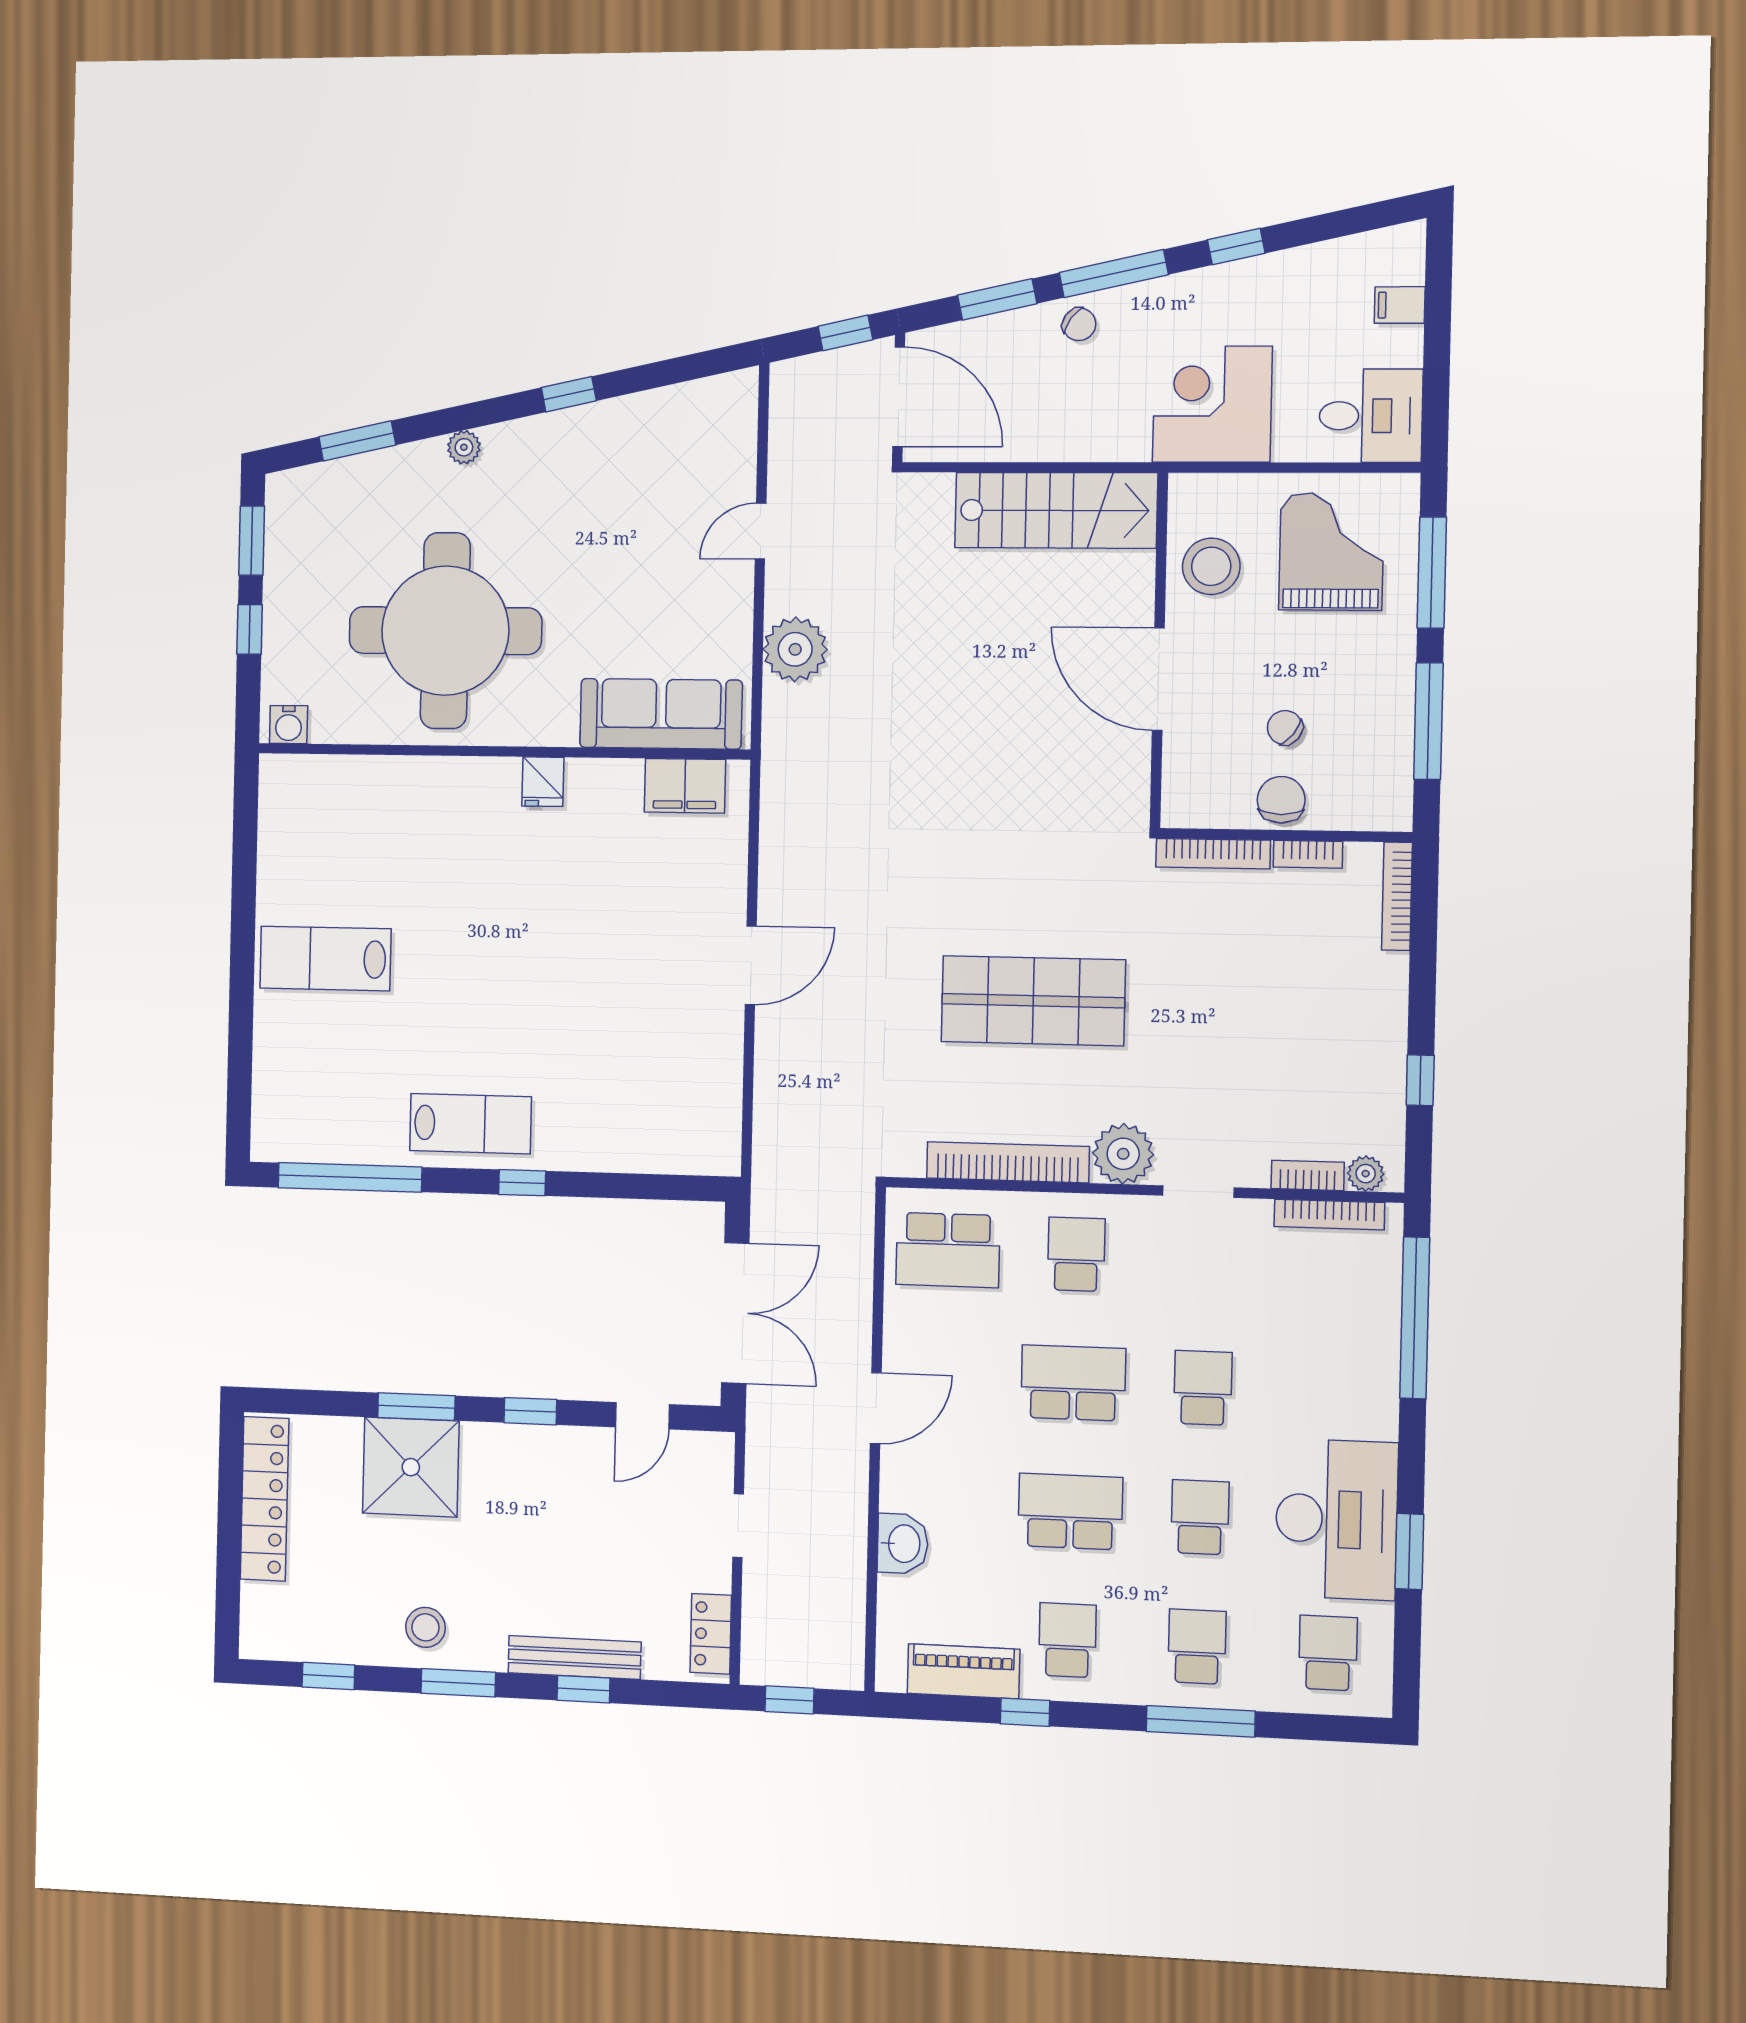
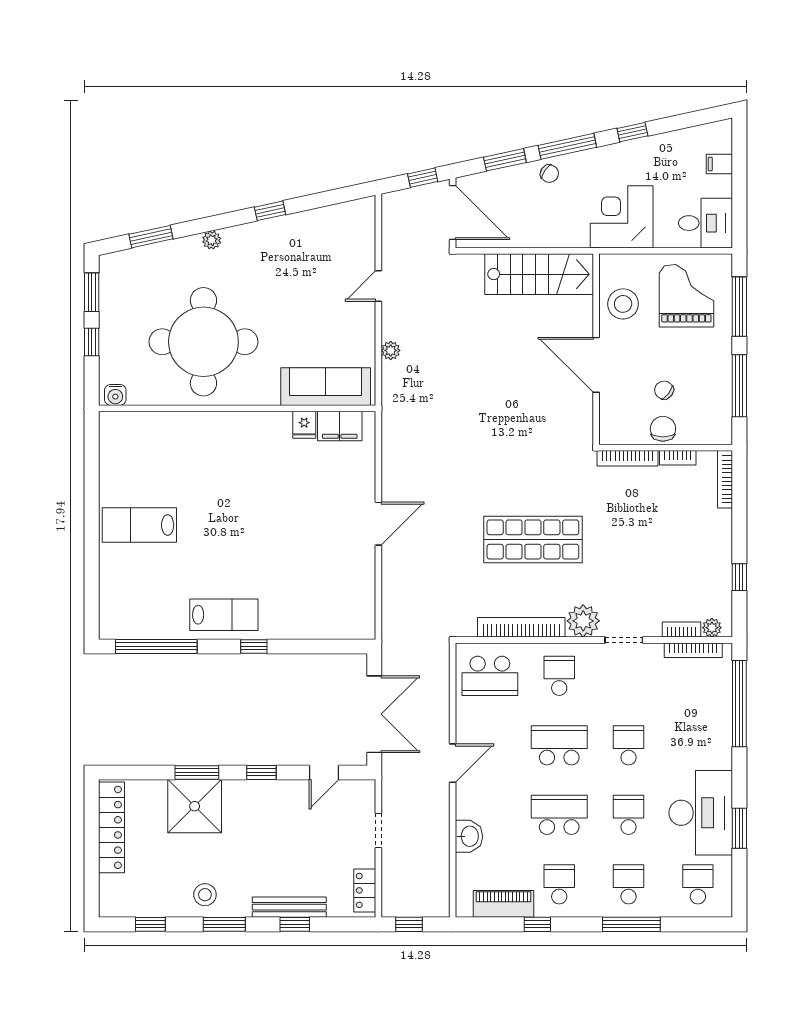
plant: (795, 649) -> (391, 350), width x0.53, depth x0.53
fridge: (543, 782) -> (304, 425), moved

